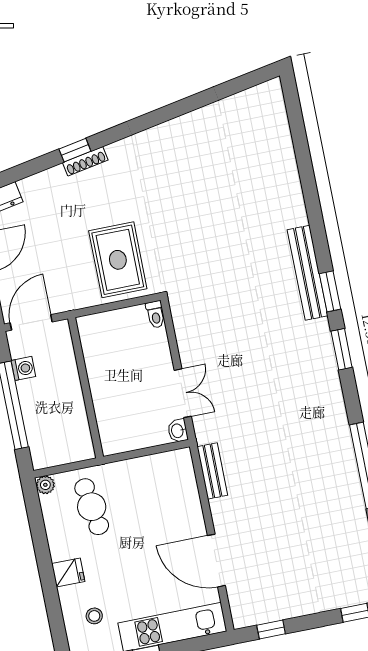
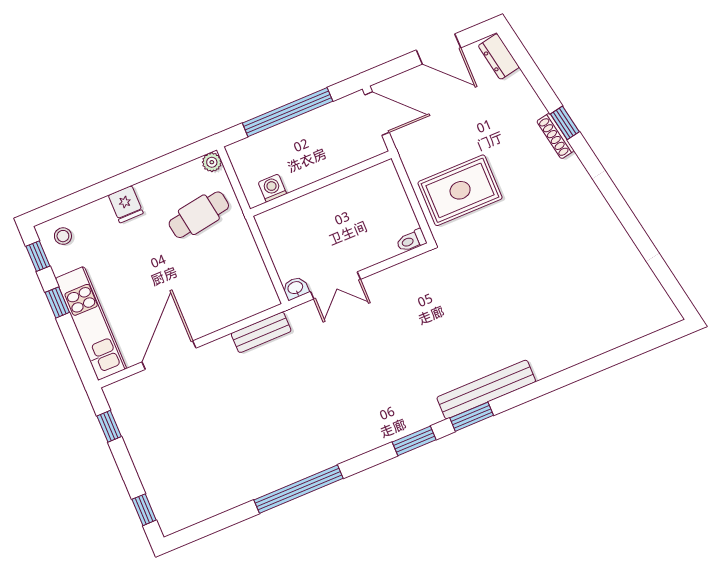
washing machine: (23, 368) -> (272, 188), moved, turned 180
stool: (94, 616) -> (63, 236), moved

